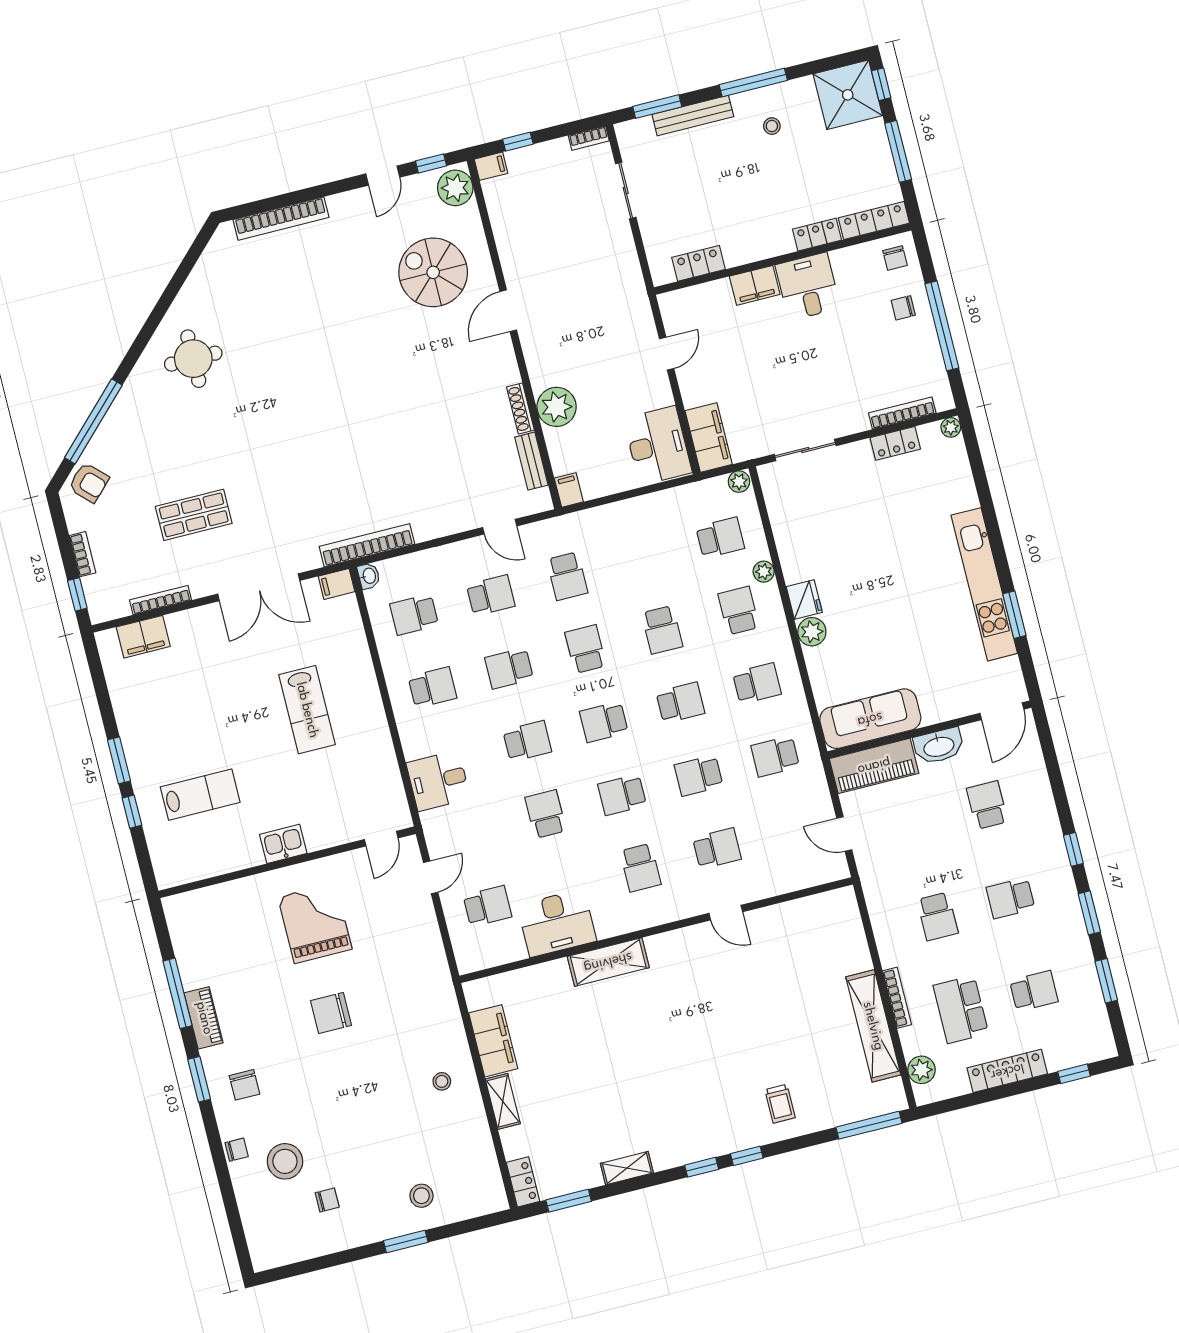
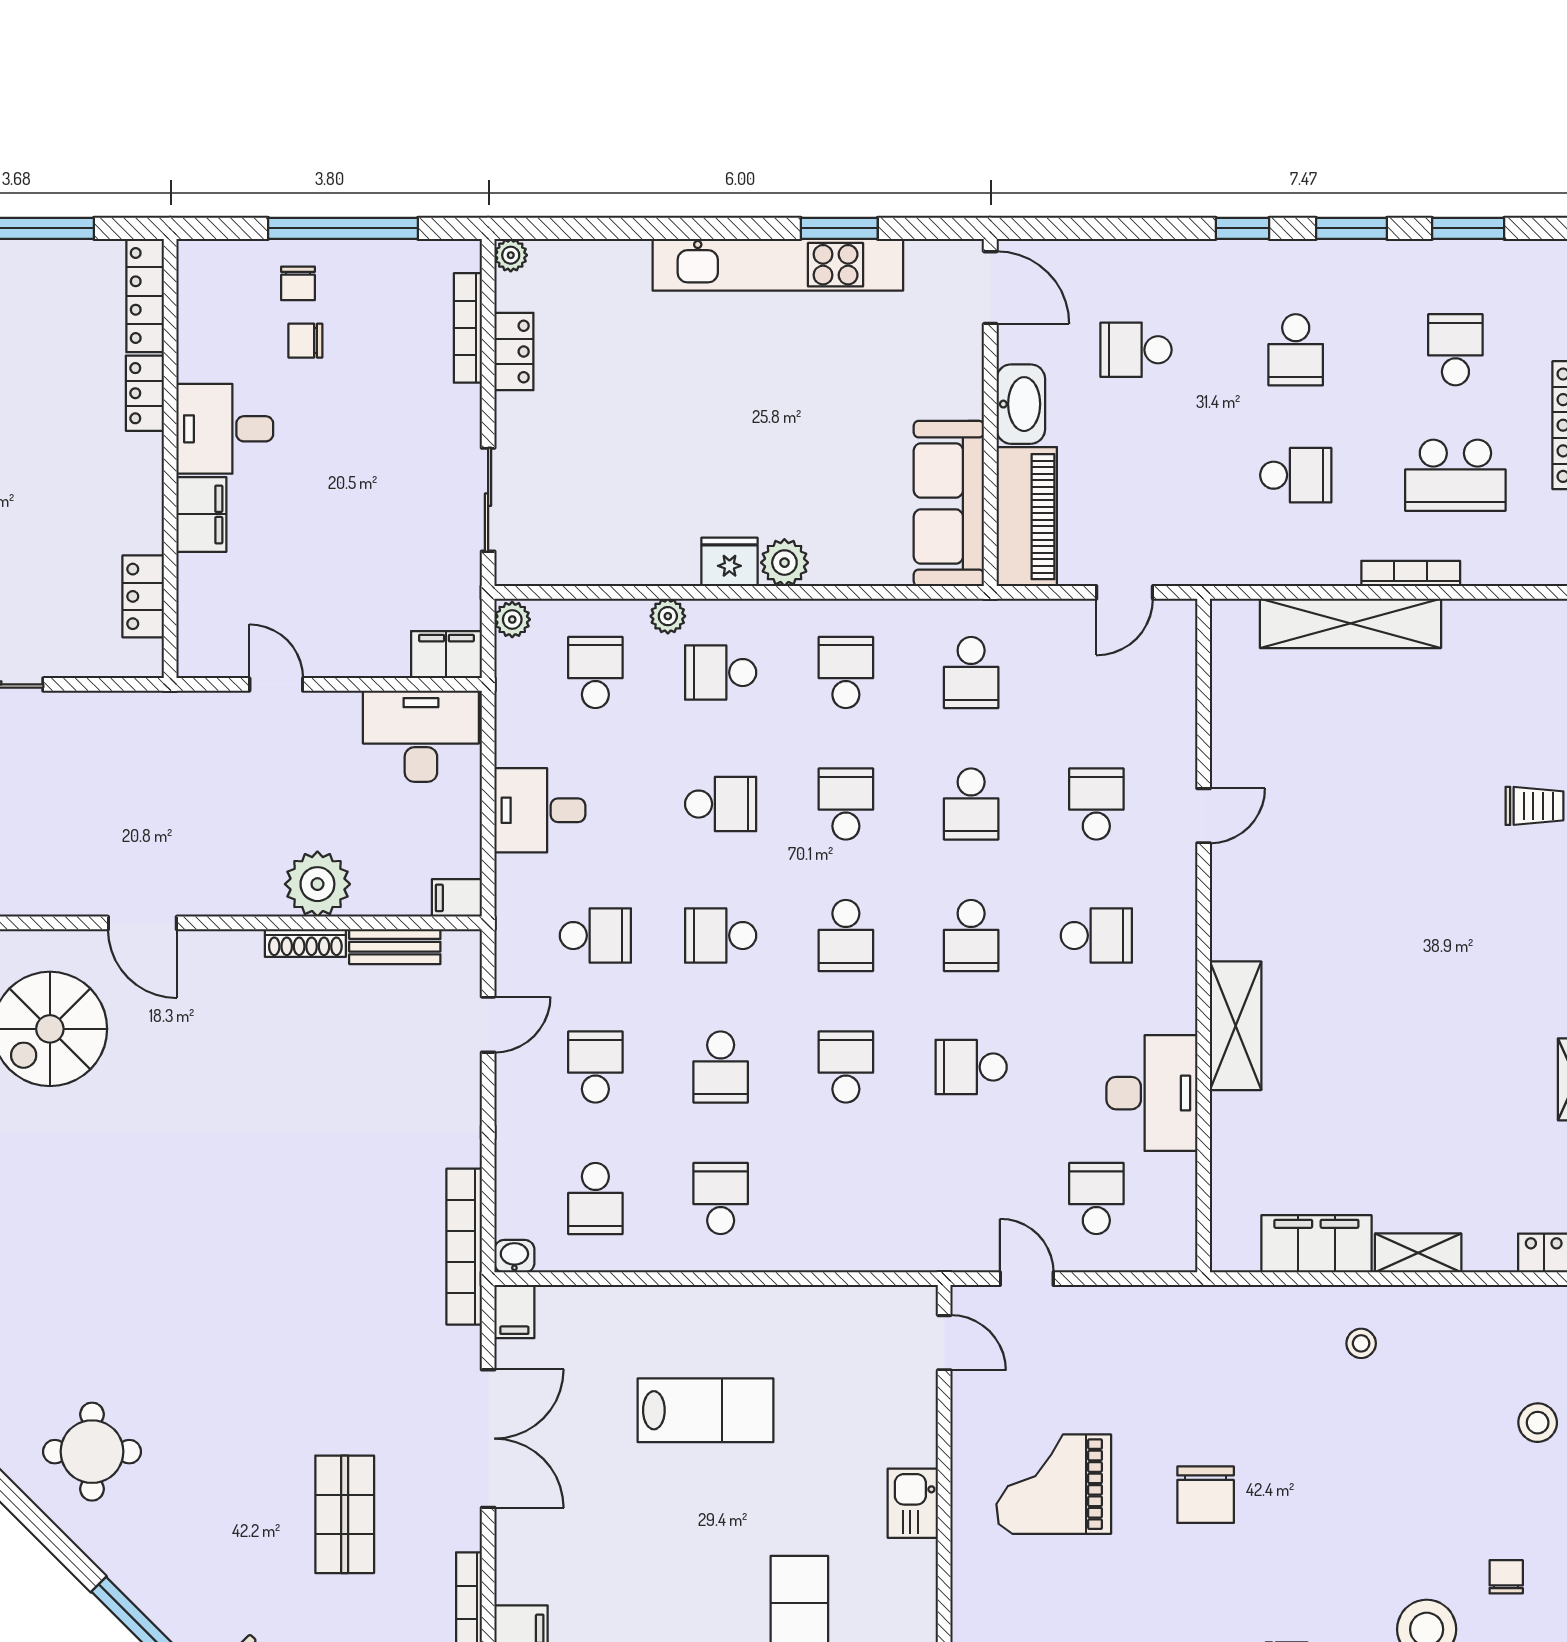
chair: (895, 258) -> (305, 341), moved, turned 180
filing cabinet: (709, 438) -> (446, 655), width x0.67, depth x0.86
desk: (438, 781) -> (540, 810), moved, turned 90
shelving: (873, 1026) -> (1351, 623), moved
plant: (921, 1070) -> (1537, 563), removed

